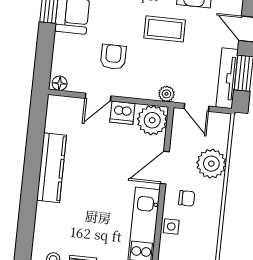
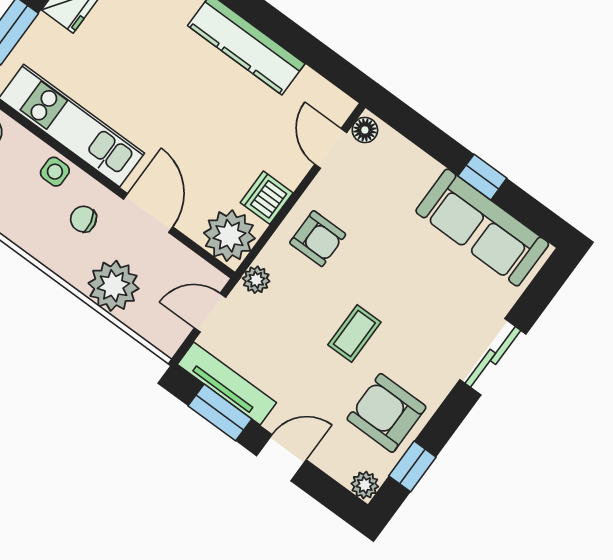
coffee table: (165, 29) -> (354, 334), width x0.73, depth x0.77
armchair: (113, 57) -> (318, 239), moved
door: (98, 97) -> (331, 148), moved
chair: (187, 198) -> (83, 219), turned 78

